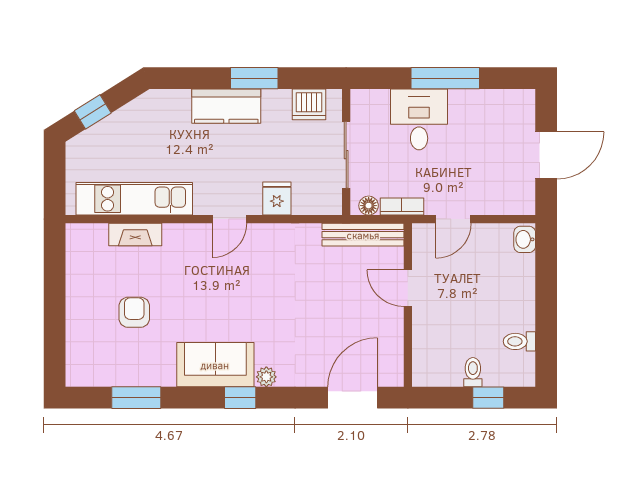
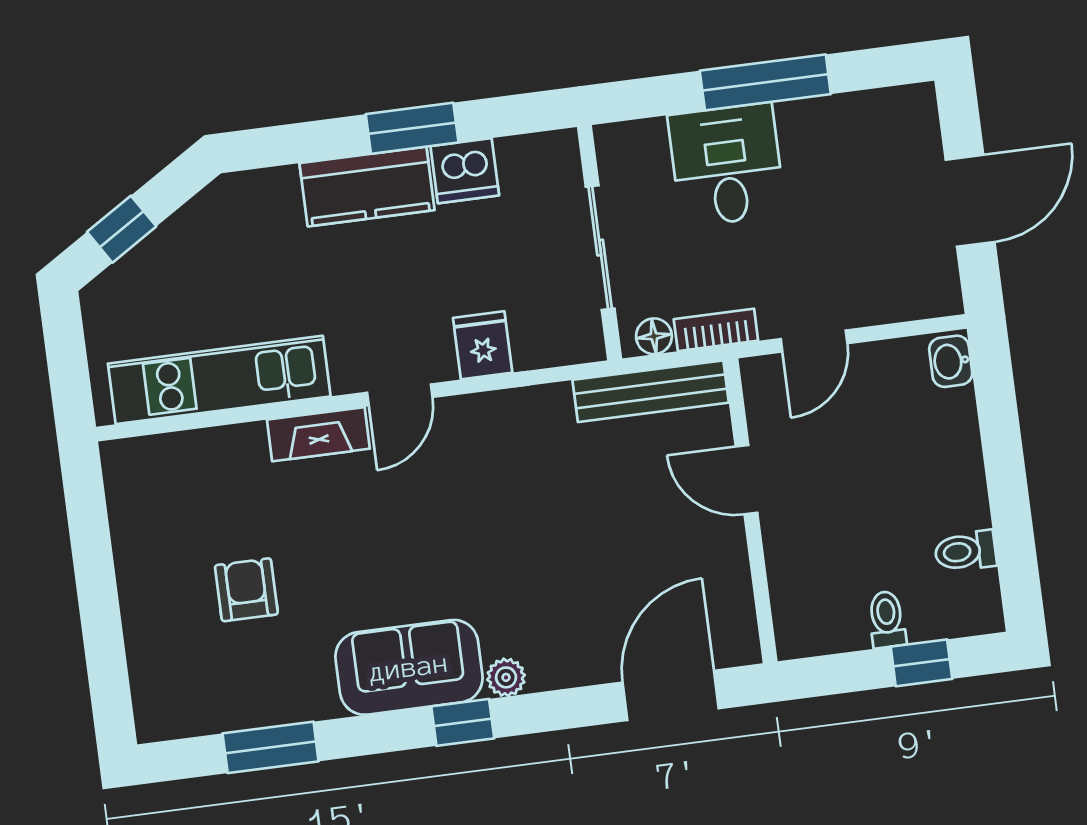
dishwasher: (309, 104) -> (465, 171), moved
fireplace: (135, 234) -> (318, 434), moved

